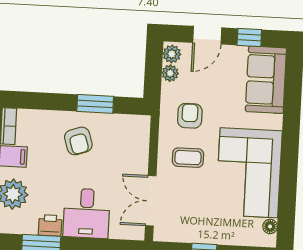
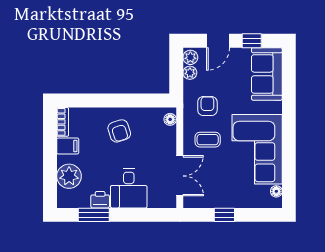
window: (95, 104) -> (131, 101), removed
floor lamp: (143, 130) -> (170, 119), added
double door: (151, 201) -> (180, 176), swing flipped

